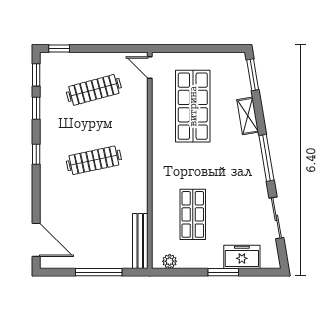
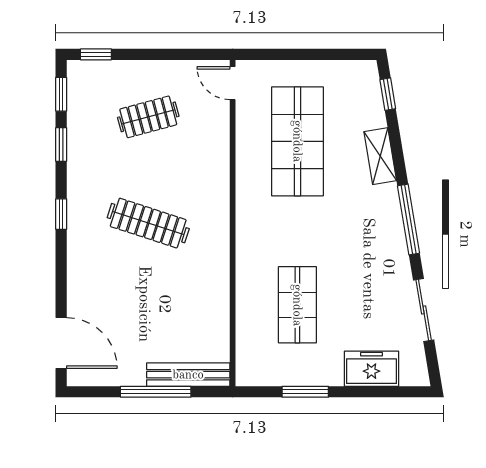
window: (253, 75) -> (388, 94), width x0.67
clothes rail: (94, 90) -> (148, 117), width x0.73
clothes rail: (94, 160) -> (148, 223), turned 30
bench: (140, 241) -> (188, 375), moved, turned 90
plant: (170, 261) -> (262, 375), removed
window: (223, 272) -> (305, 392), moved

